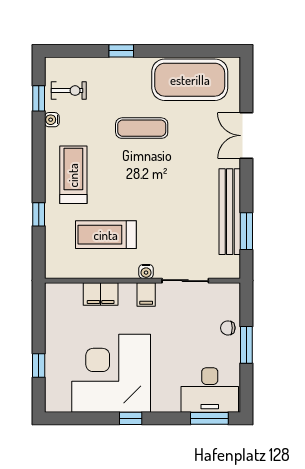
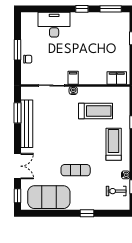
window: (246, 82) -> (17, 196), added
treadmill: (73, 175) -> (114, 144), turned 180
filing cabinet: (101, 294) -> (117, 78), moved
corner desk: (111, 373) -> (93, 34), removed
desk: (210, 390) -> (54, 25), moved
window: (209, 418) -> (111, 9), moved

